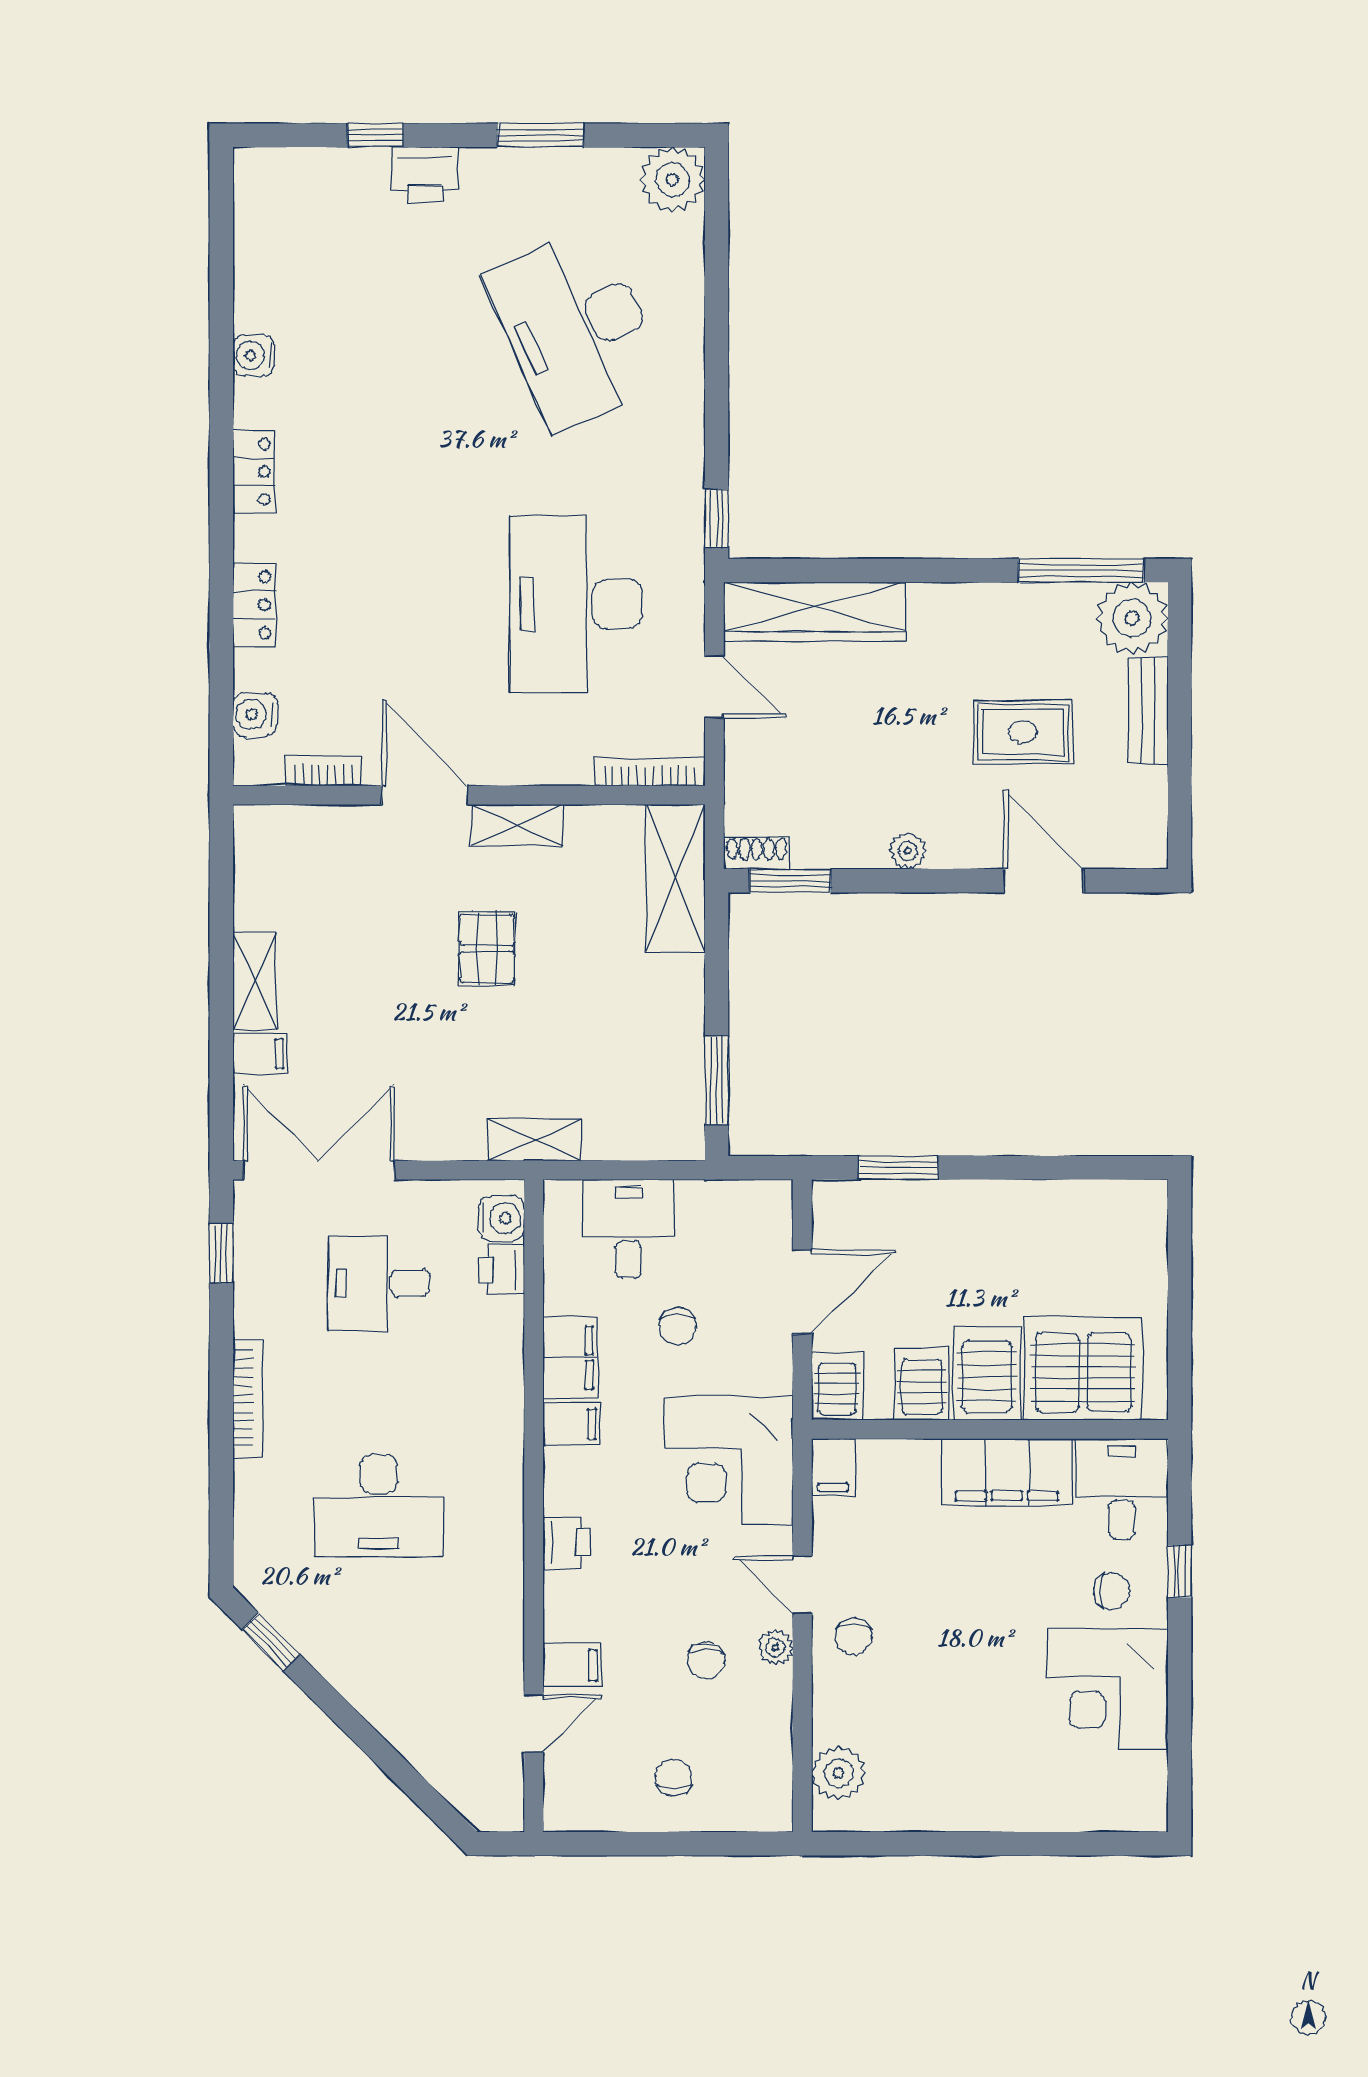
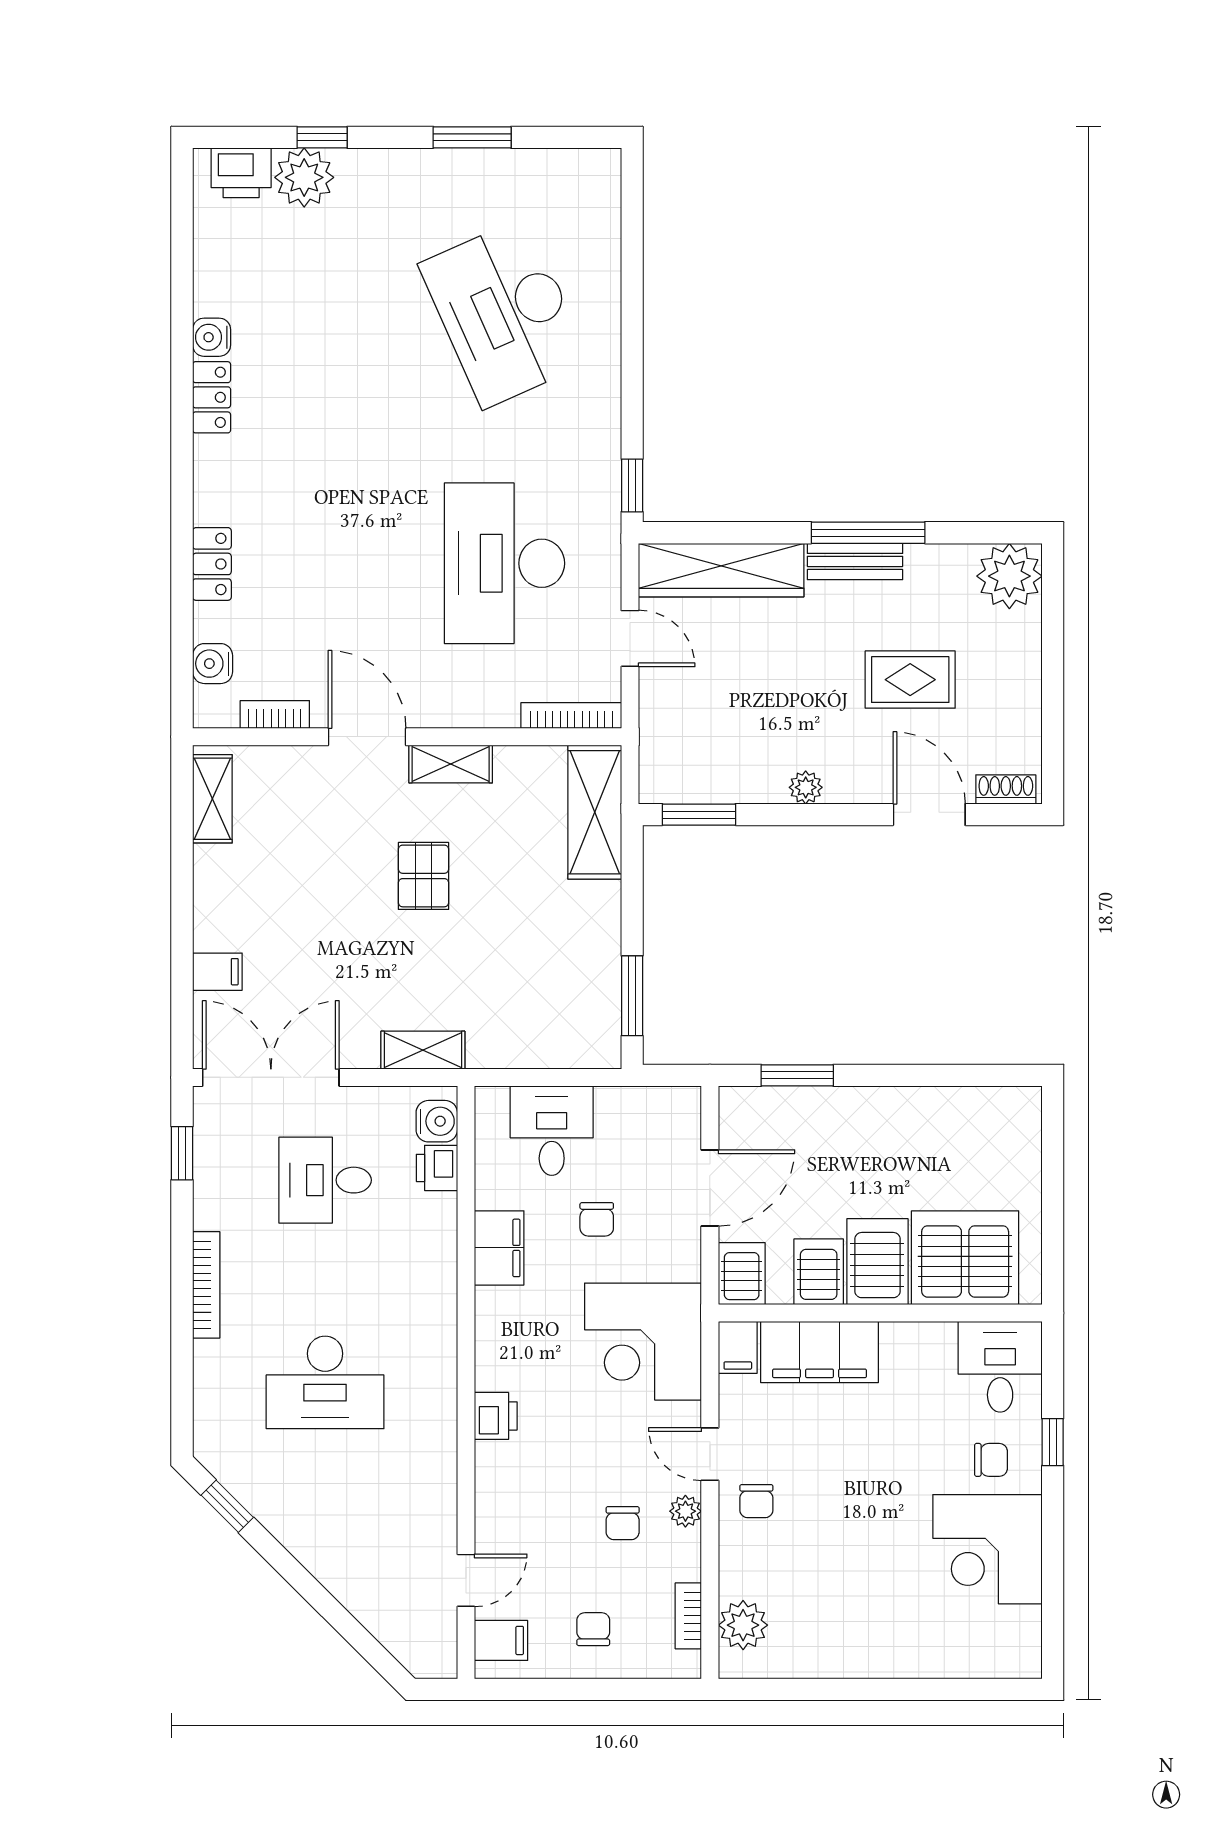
printer: (425, 174) -> (241, 173), moved
plant: (672, 179) -> (304, 177), moved
locker: (254, 472) -> (212, 397), moved
window: (1081, 571) -> (868, 533), moved
bench: (1148, 710) -> (855, 561), moved, turned 90
shoe rack: (757, 853) -> (1006, 789), moved
shelving: (255, 981) -> (212, 799), moved
shelving: (534, 1140) -> (423, 1050), moved
filing cabinet: (572, 1424) -> (500, 1308), removed
filing cabinet: (1007, 1472) -> (820, 1352), moved
filing cabinet: (572, 1665) -> (501, 1640), moved
bookcase: (779, 1763) -> (688, 1616), added

